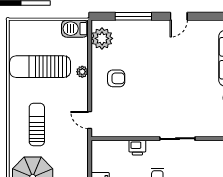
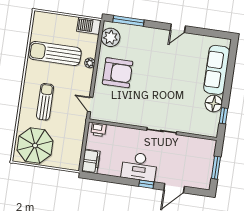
window: (133, 16) -> (128, 21), moved
armchair: (116, 78) -> (118, 73), width x1.88, depth x1.88
printer: (137, 148) -> (99, 129), moved

